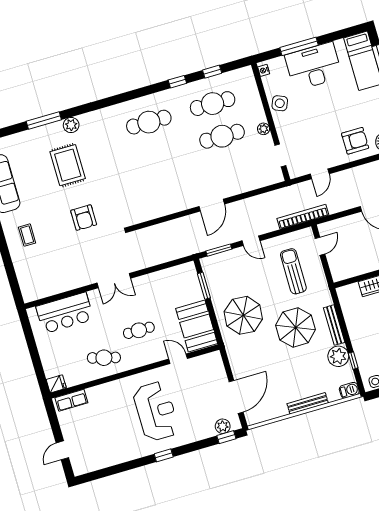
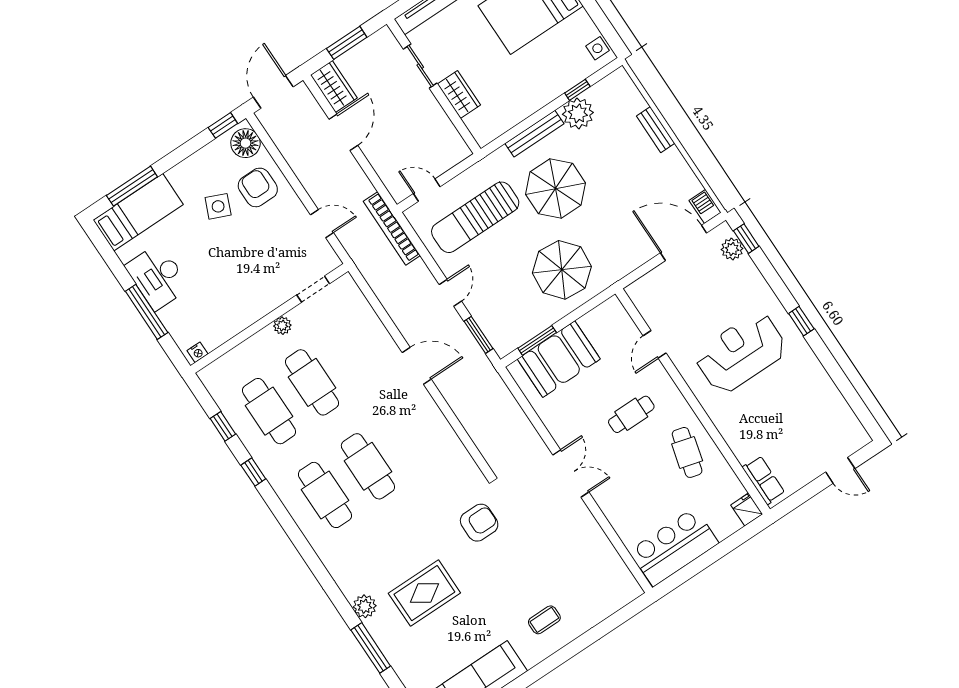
desk: (314, 66) -> (157, 277), width x0.73, depth x0.77
side table: (280, 103) -> (218, 206), moved
cafe table: (158, 155) -> (368, 466), added
armchair: (84, 218) -> (479, 523), moved
sun lounger: (293, 271) -> (475, 217), width x1.36, depth x1.34
bar counter: (65, 313) -> (674, 547), moved, turned -90
booth: (197, 326) -> (559, 359), moved
cafe table: (139, 330) -> (631, 414), turned 90
barbecue: (349, 390) -> (705, 206), moved
bench: (308, 403) -> (656, 130), width x0.73

